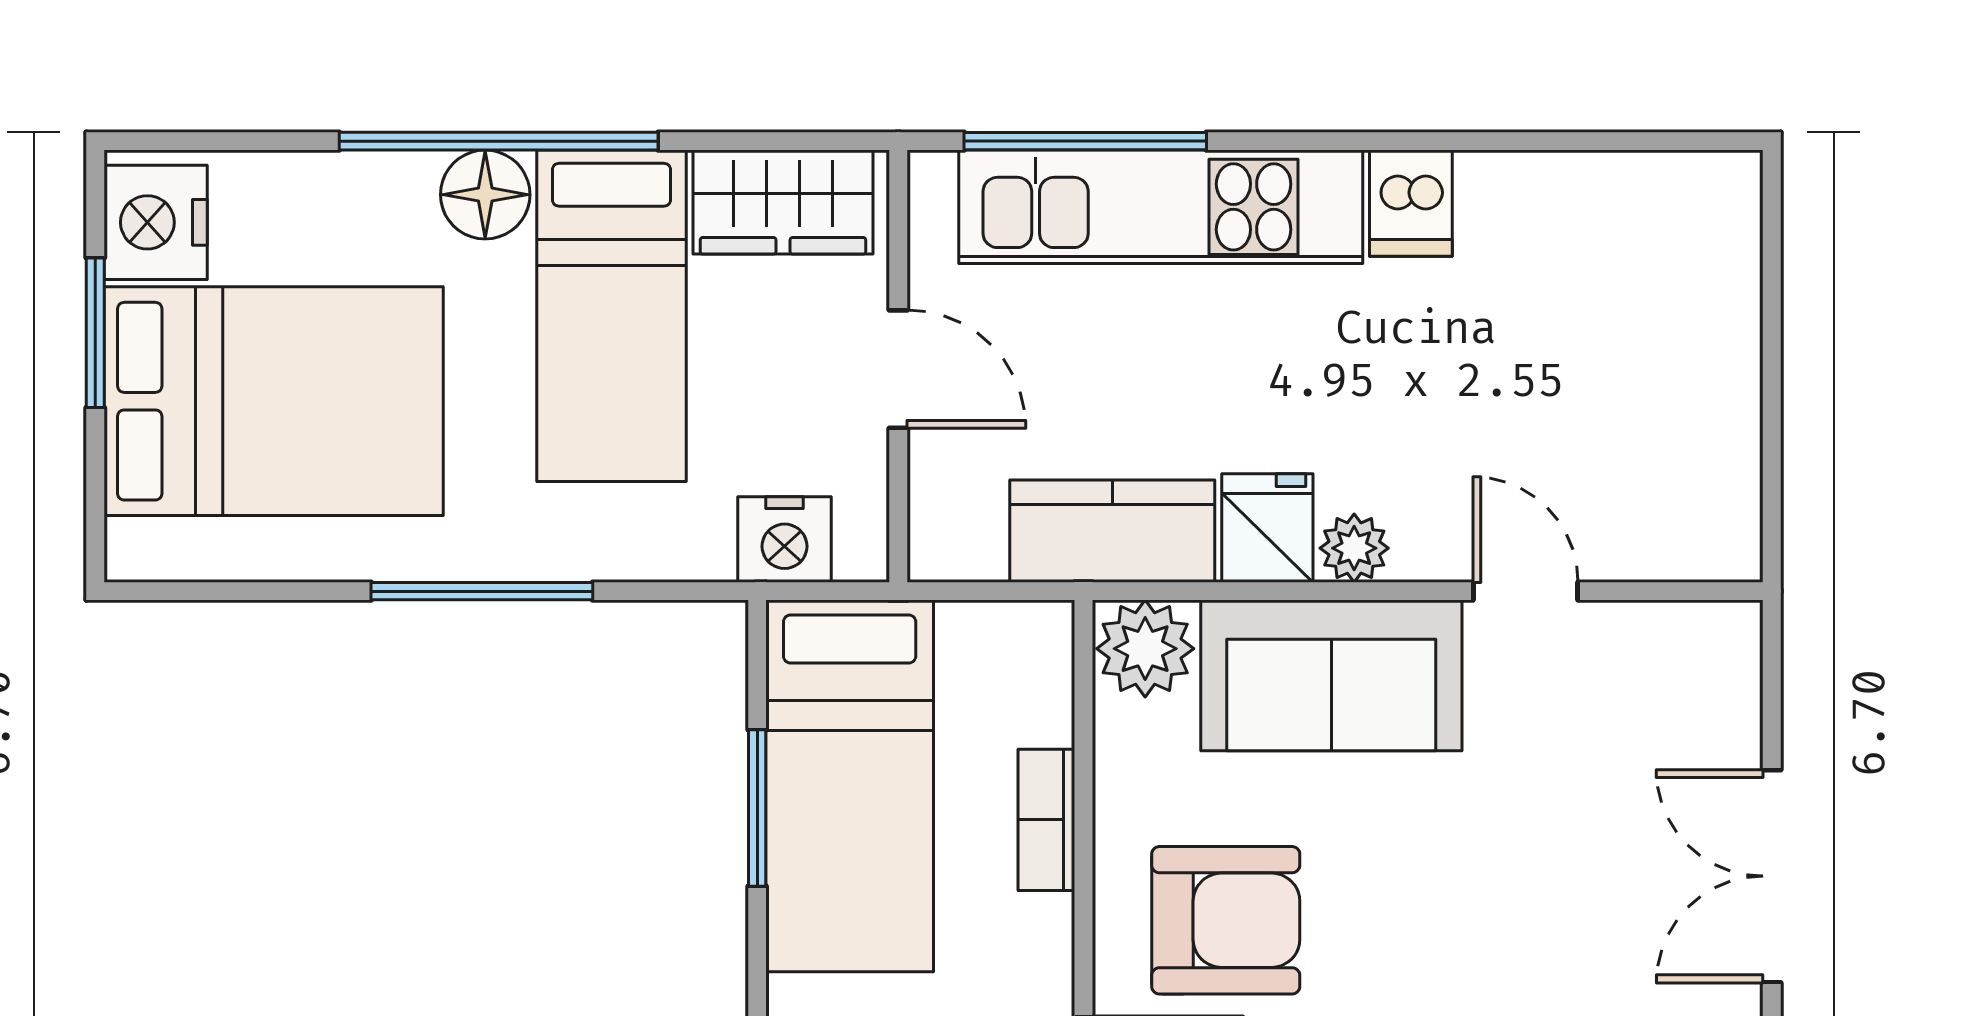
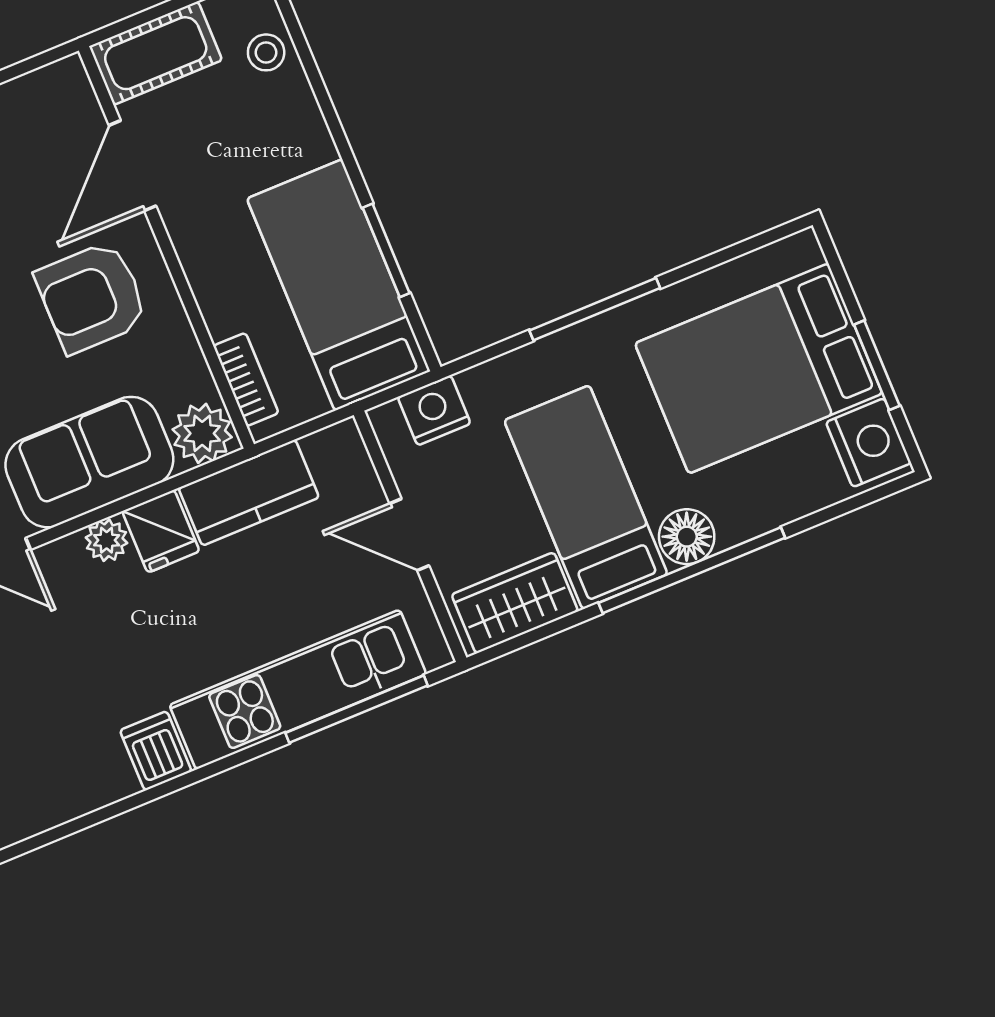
bookcase: (1046, 820) -> (246, 379), moved

